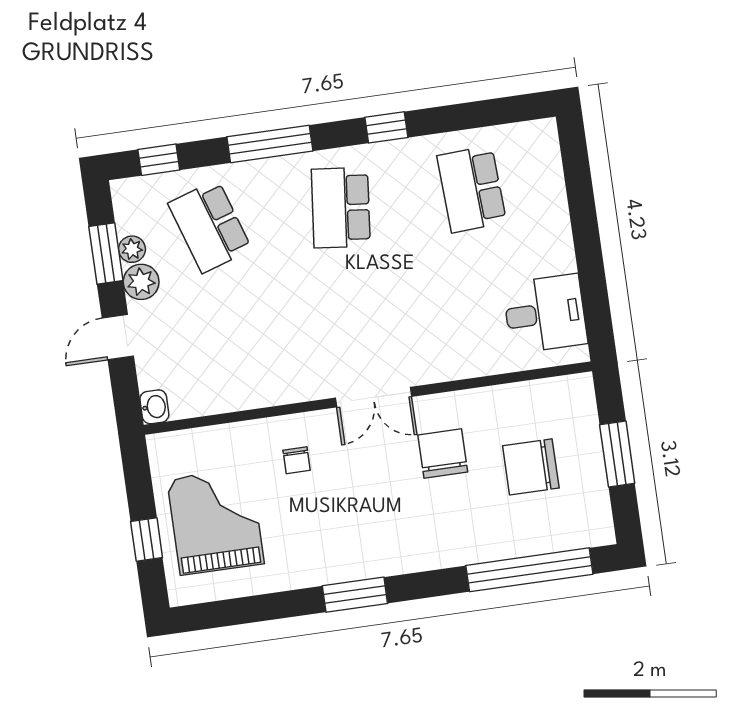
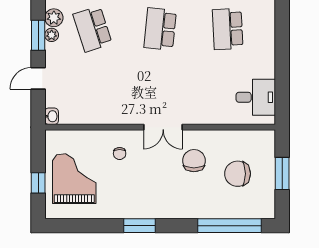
plant: (141, 282) -> (54, 18), moved

